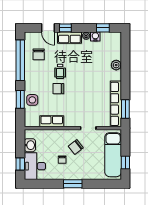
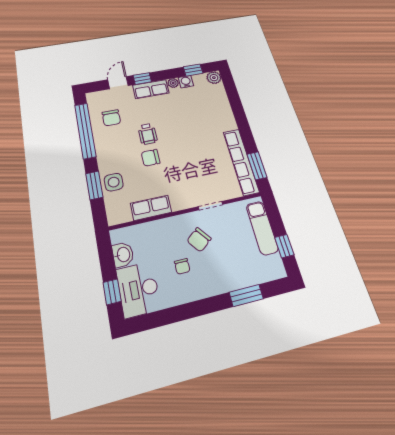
door: (48, 28) -> (118, 83), swing flipped
plant: (116, 65) -> (214, 78), moved
exam couch: (113, 155) -> (262, 228), width x0.73, depth x0.69
window: (73, 184) -> (246, 295), moved

